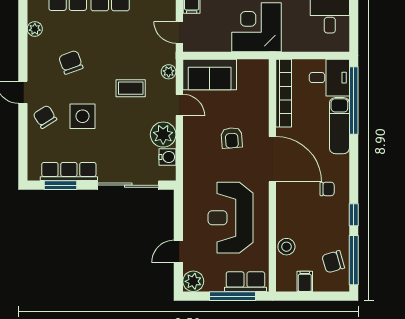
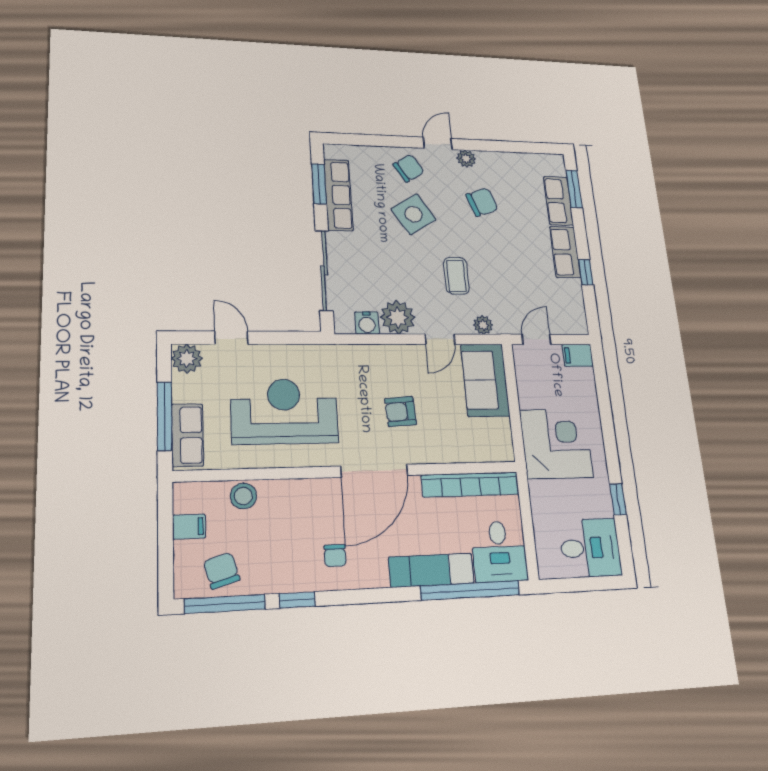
plant: (35, 29) -> (466, 159), moved
side table: (83, 116) -> (414, 214), turned -32

